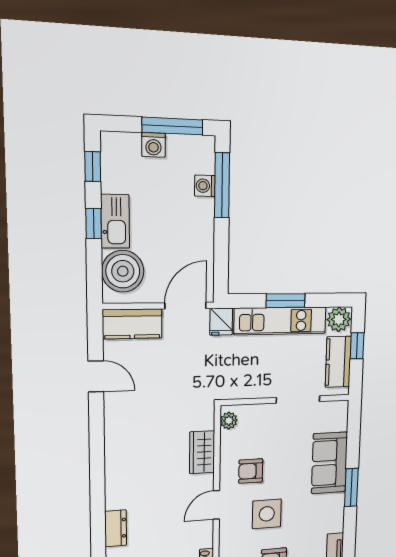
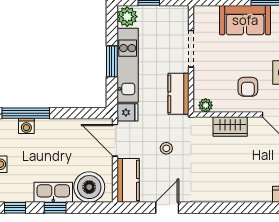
kitchen counter: (338, 362) -> (179, 94), moved, turned 90
stool: (175, 373) -> (166, 148), added

